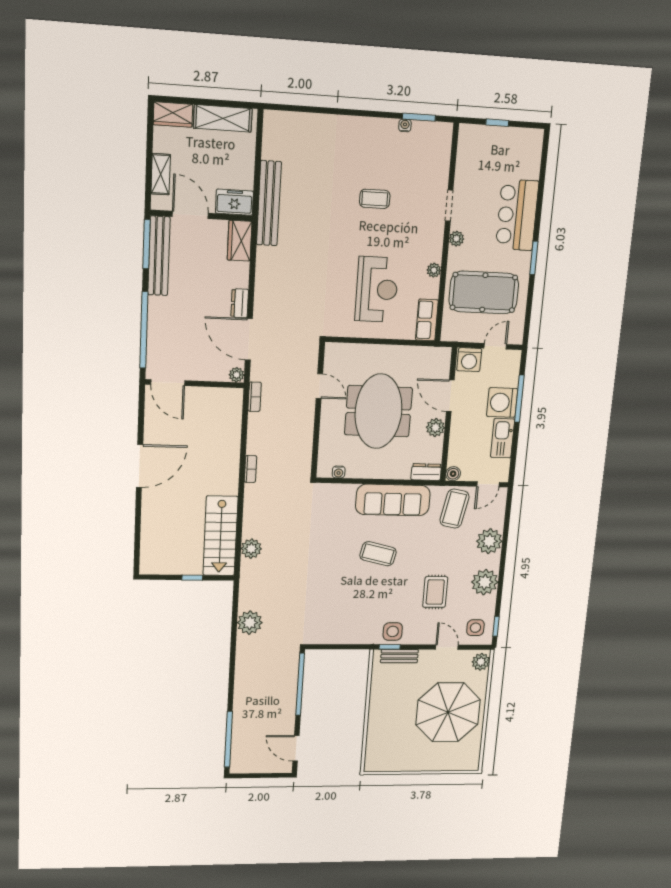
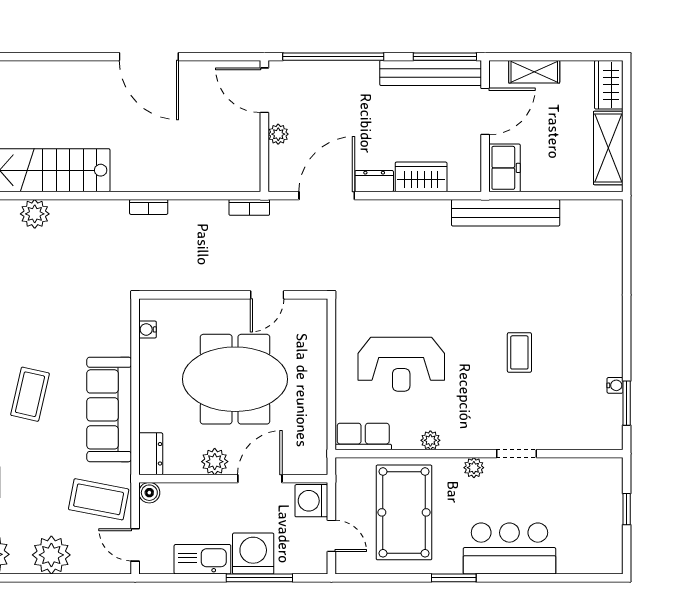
wardrobe: (240, 241) -> (421, 177), moved
plant: (237, 375) -> (278, 134), moved
door: (168, 383) -> (264, 90), hinge flipped

